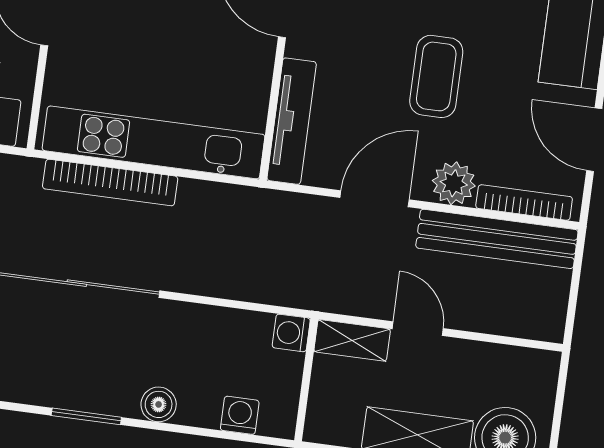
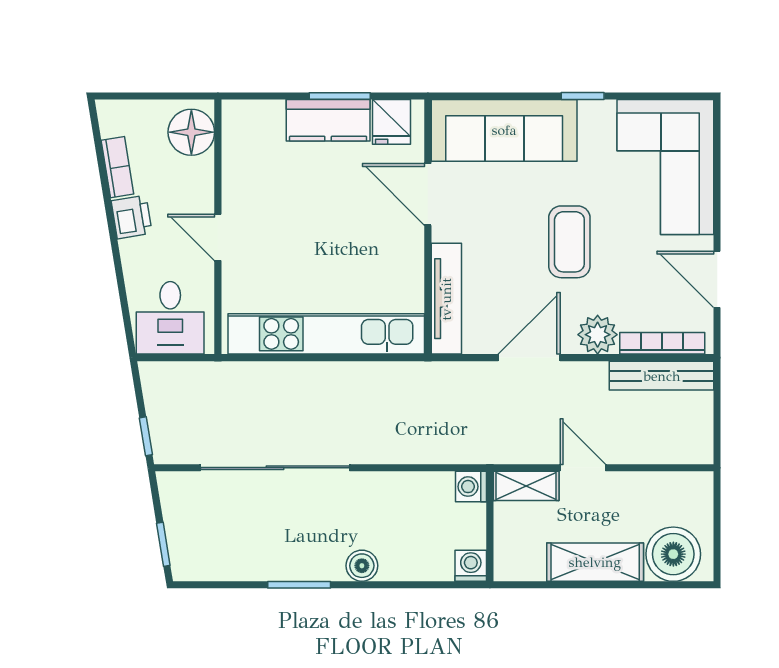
bookcase: (110, 183) -> (293, 375), removed
bench: (497, 239) -> (662, 376), width x0.73, depth x0.82
washing machine: (240, 415) -> (471, 566), moved

